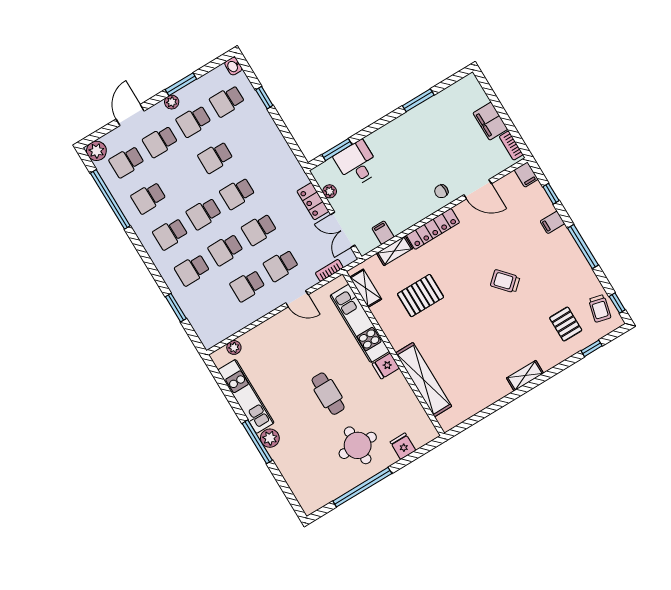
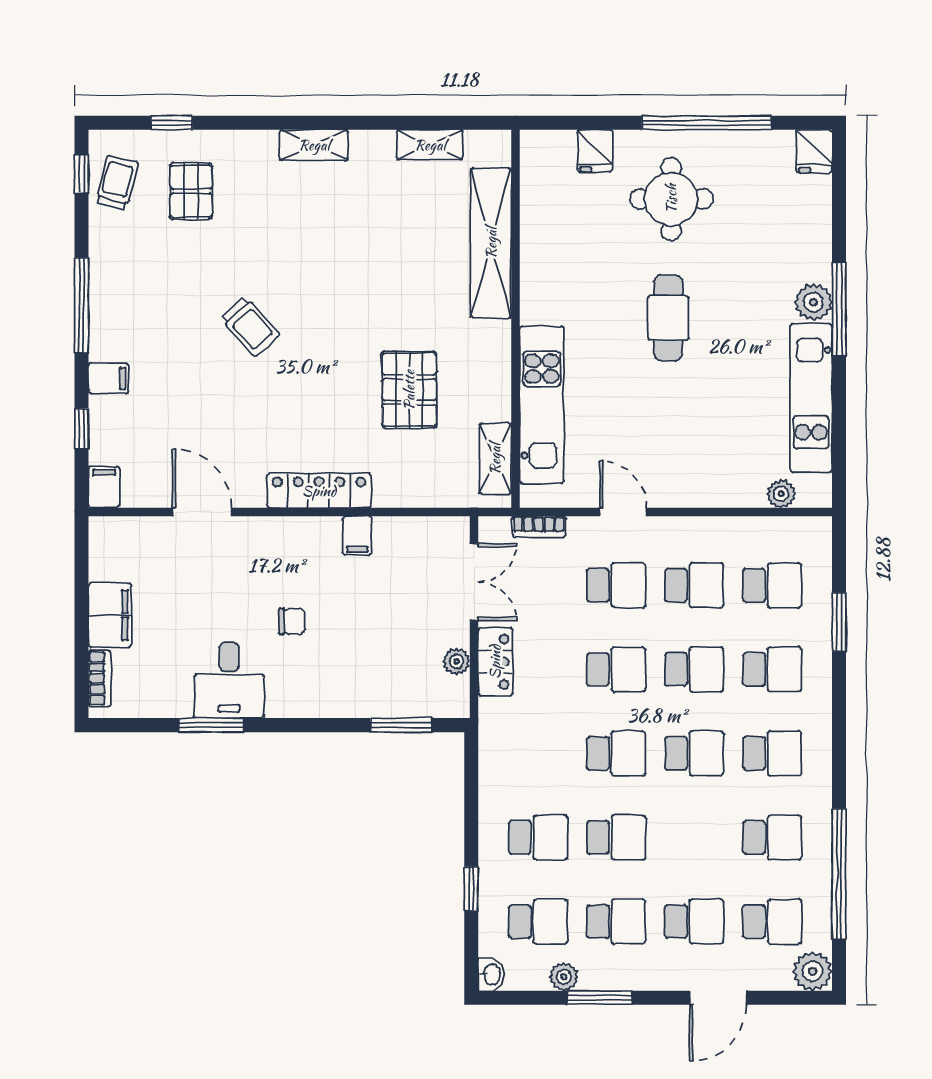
plant: (172, 102) -> (564, 977), moved
school desk: (249, 137) -> (538, 837), added
bookcase: (511, 146) -> (100, 678), moved
desk: (357, 164) -> (229, 680), moved
chair: (441, 191) -> (292, 621), moved
filing cabinet: (383, 233) -> (357, 536), moved
shelving: (395, 251) -> (430, 145), moved
pallet: (420, 296) -> (409, 390), turned 90
school desk: (214, 306) -> (772, 585), added
fridge: (386, 366) -> (814, 151), moved, turned 90

